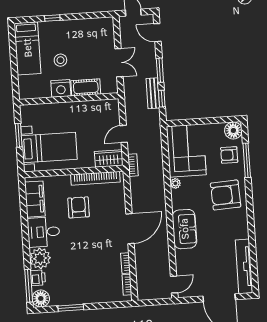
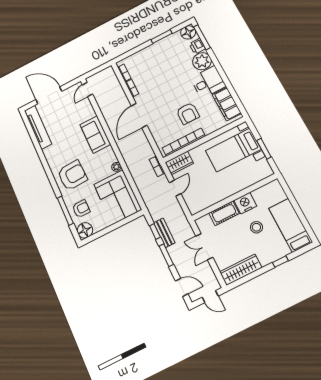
wardrobe: (93, 26) -> (241, 270), added

